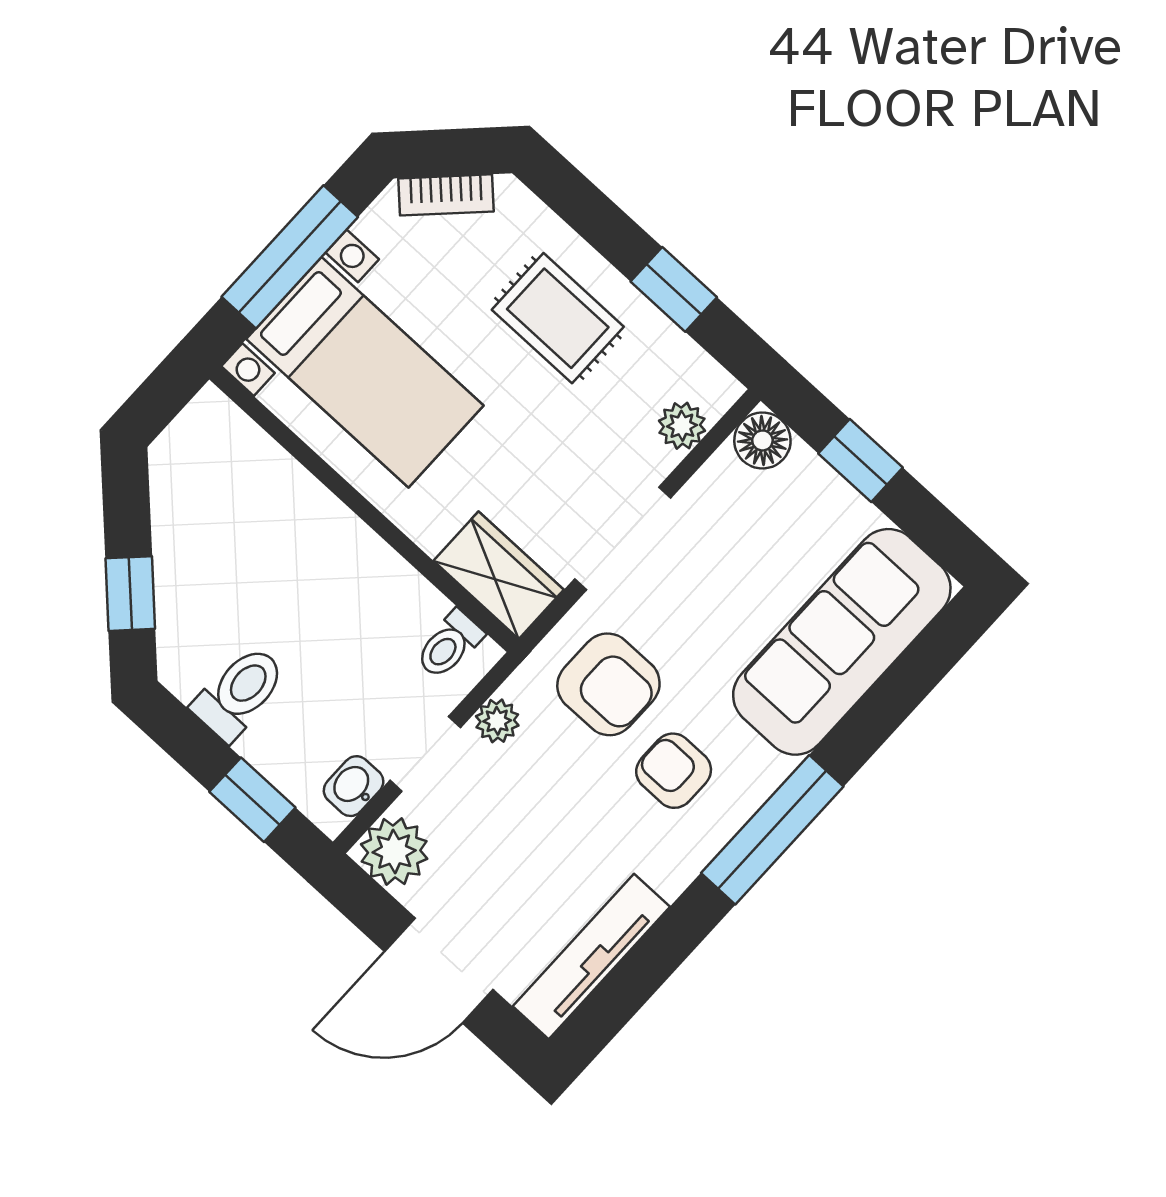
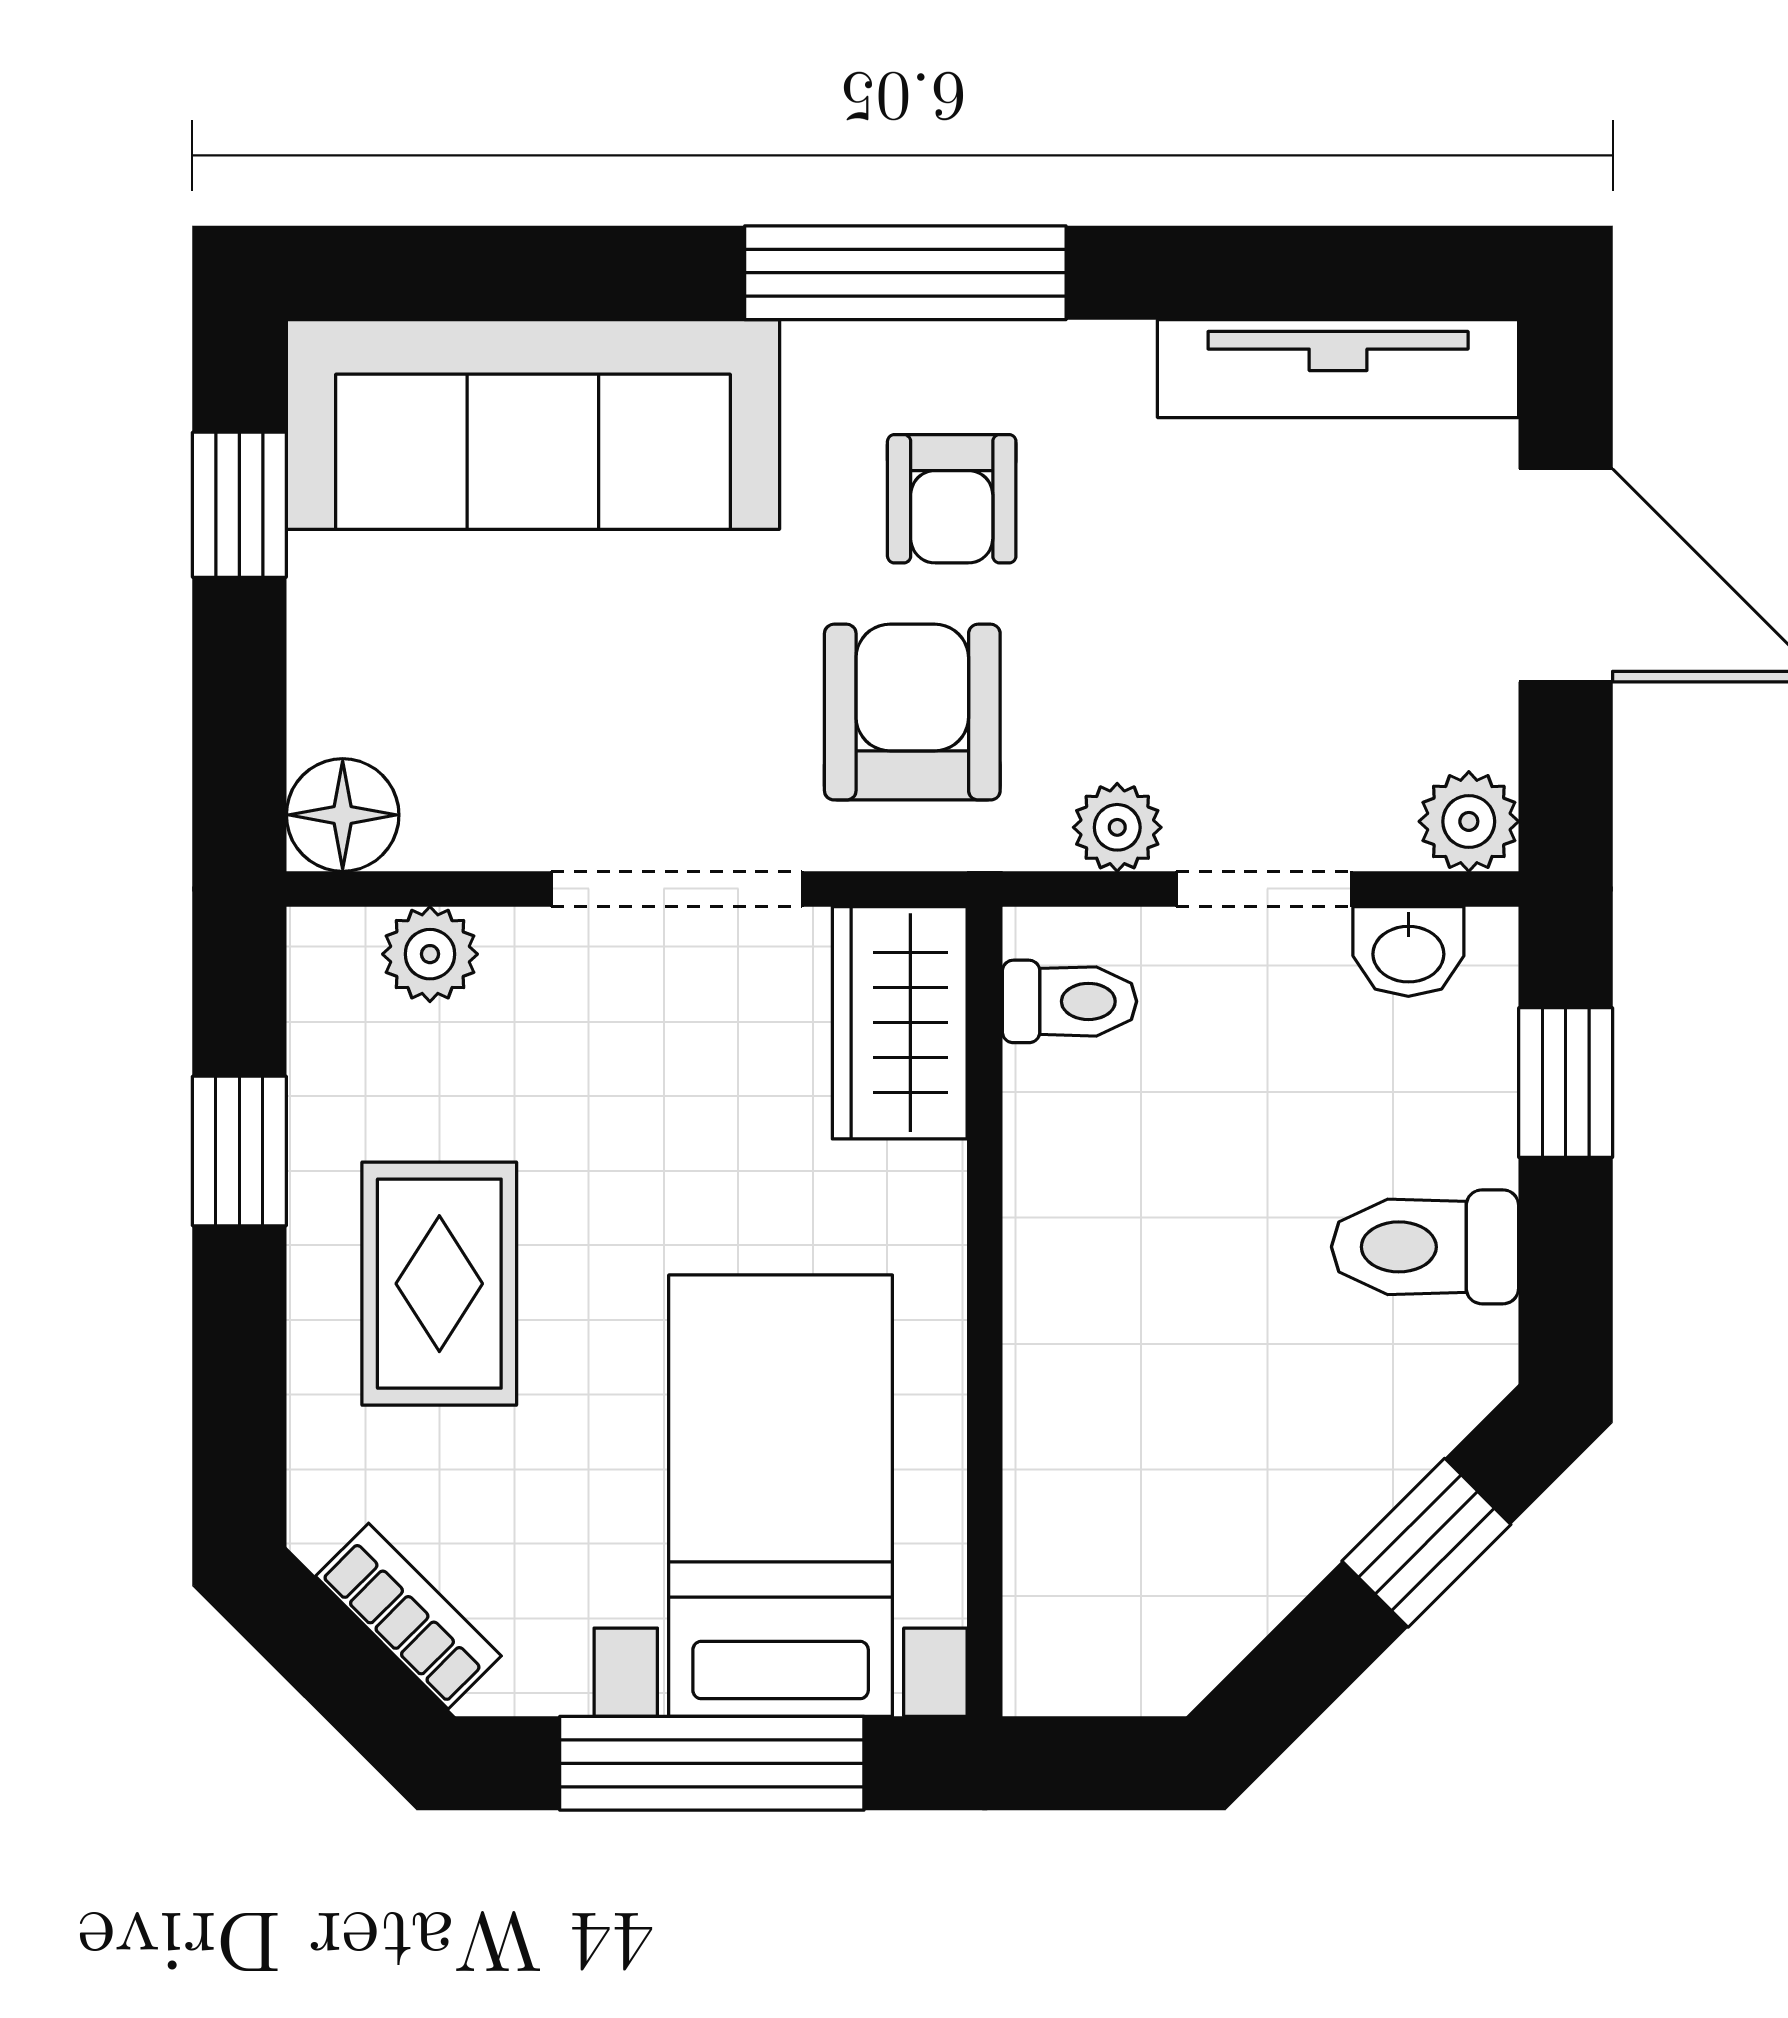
window: (860, 460) -> (239, 505), moved
plant: (394, 851) -> (1469, 821), width x0.73, depth x0.73

